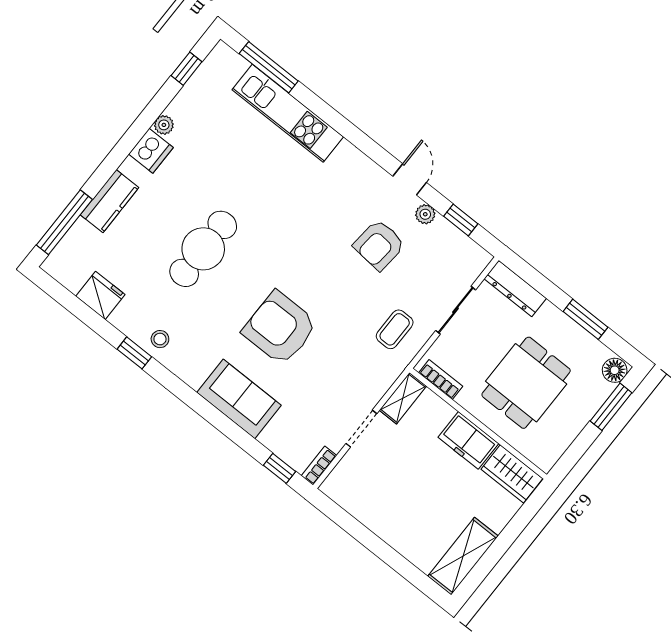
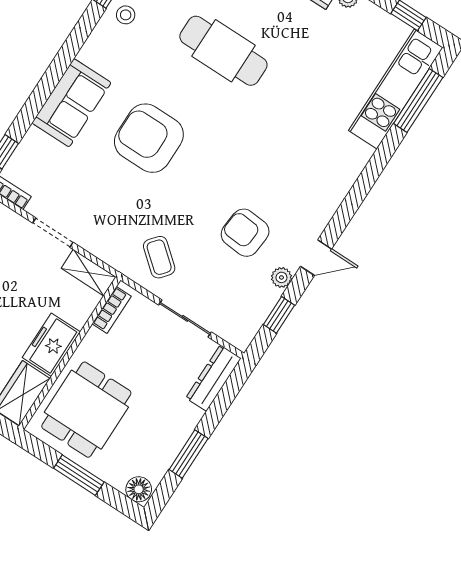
kitchen unit: (288, 113) -> (396, 89), moved
armchair: (280, 328) -> (149, 138), turned -90
coffee table: (395, 329) -> (159, 257), turned 40
dining table: (526, 383) -> (86, 410), moved, turned 90
window: (611, 407) -> (79, 475), moved

